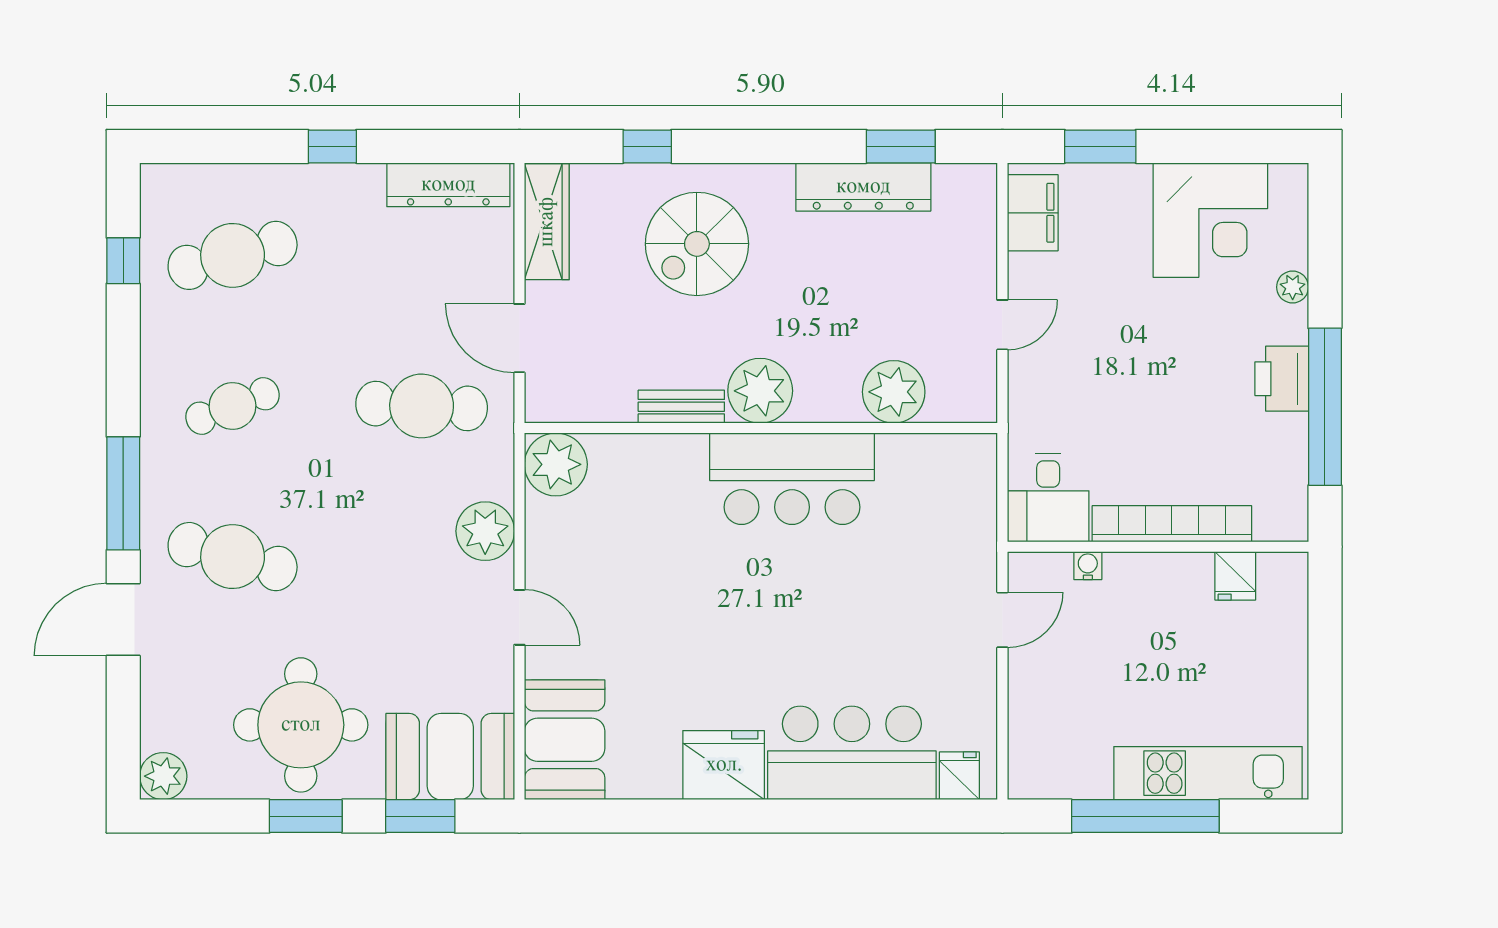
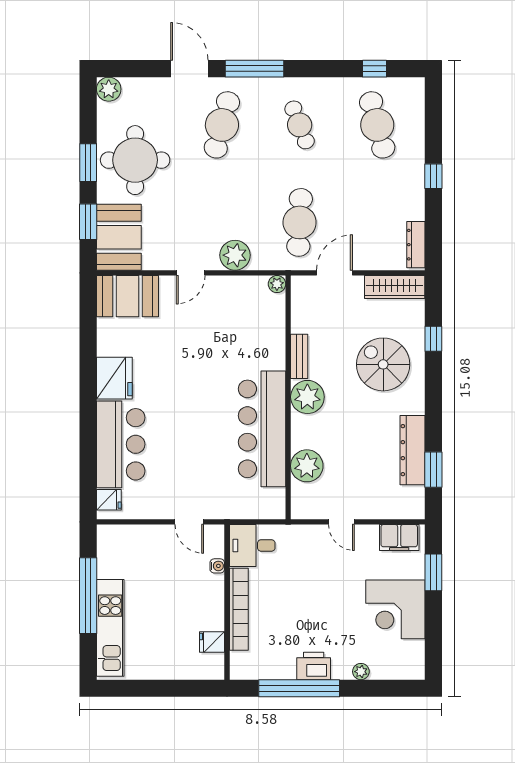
dresser: (448, 185) -> (416, 245), width x0.73, depth x0.80
corner desk: (1210, 220) -> (395, 609), moved
plant: (556, 464) -> (277, 284), width x0.53, depth x0.53
bar counter: (792, 479) -> (262, 429), width x1.36

